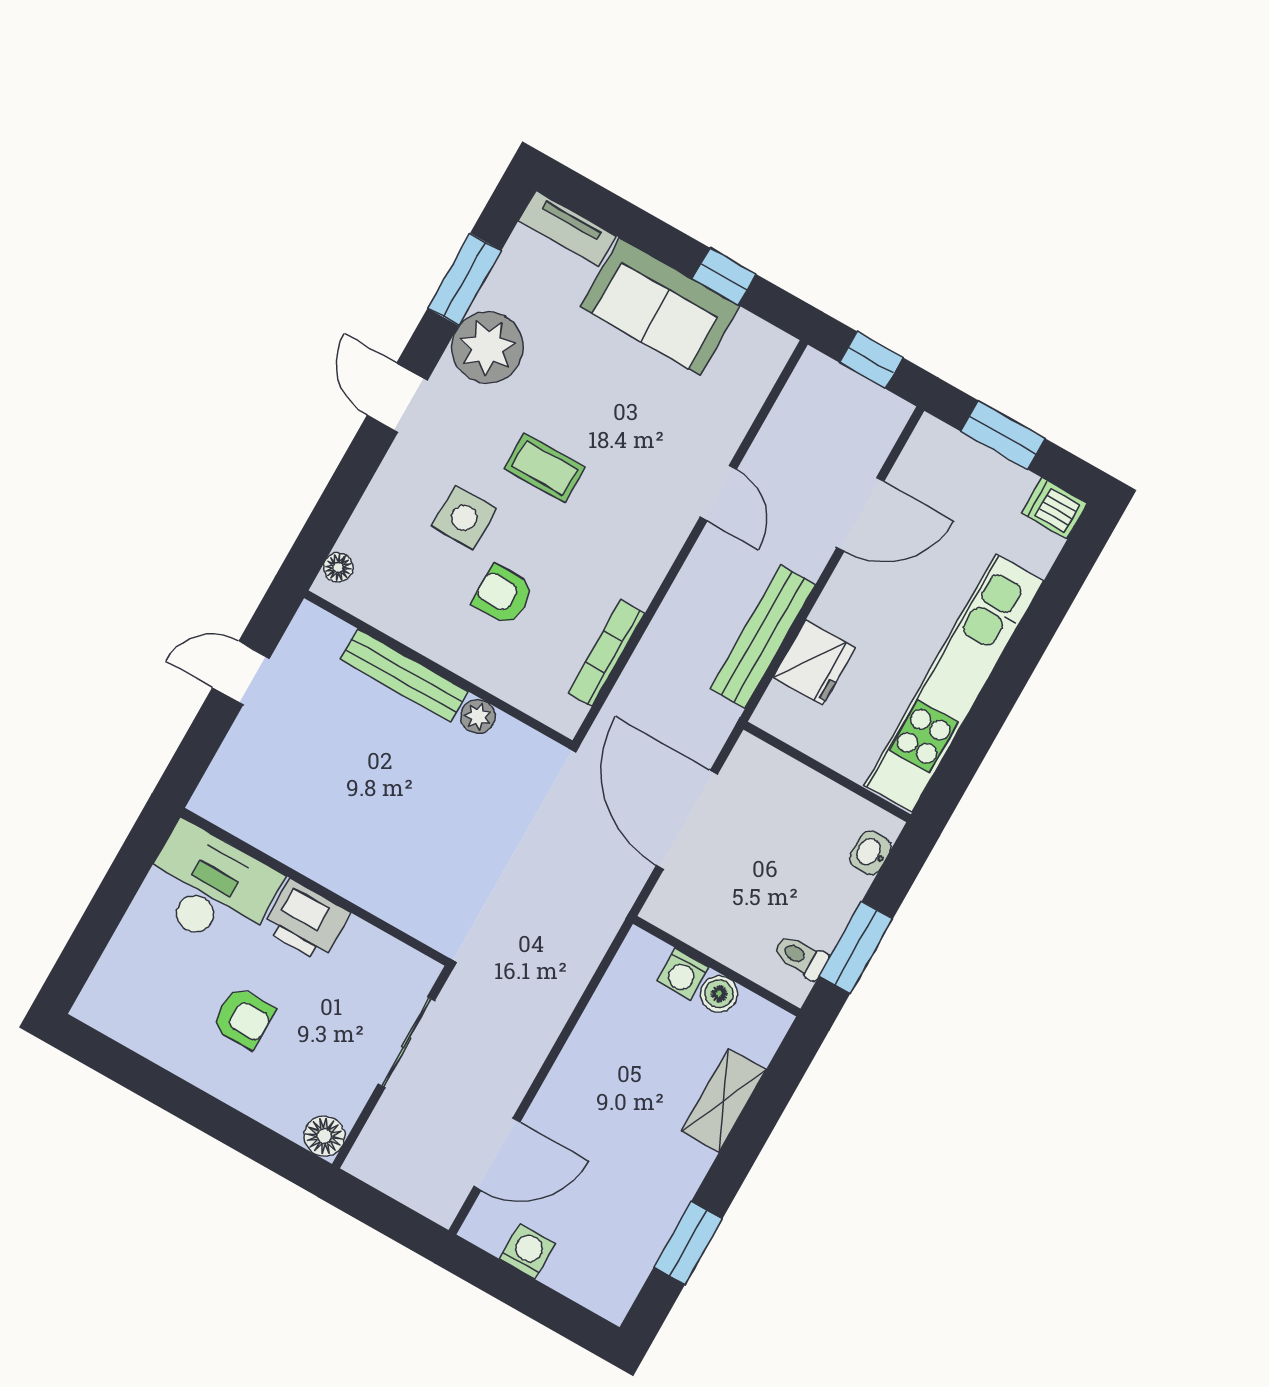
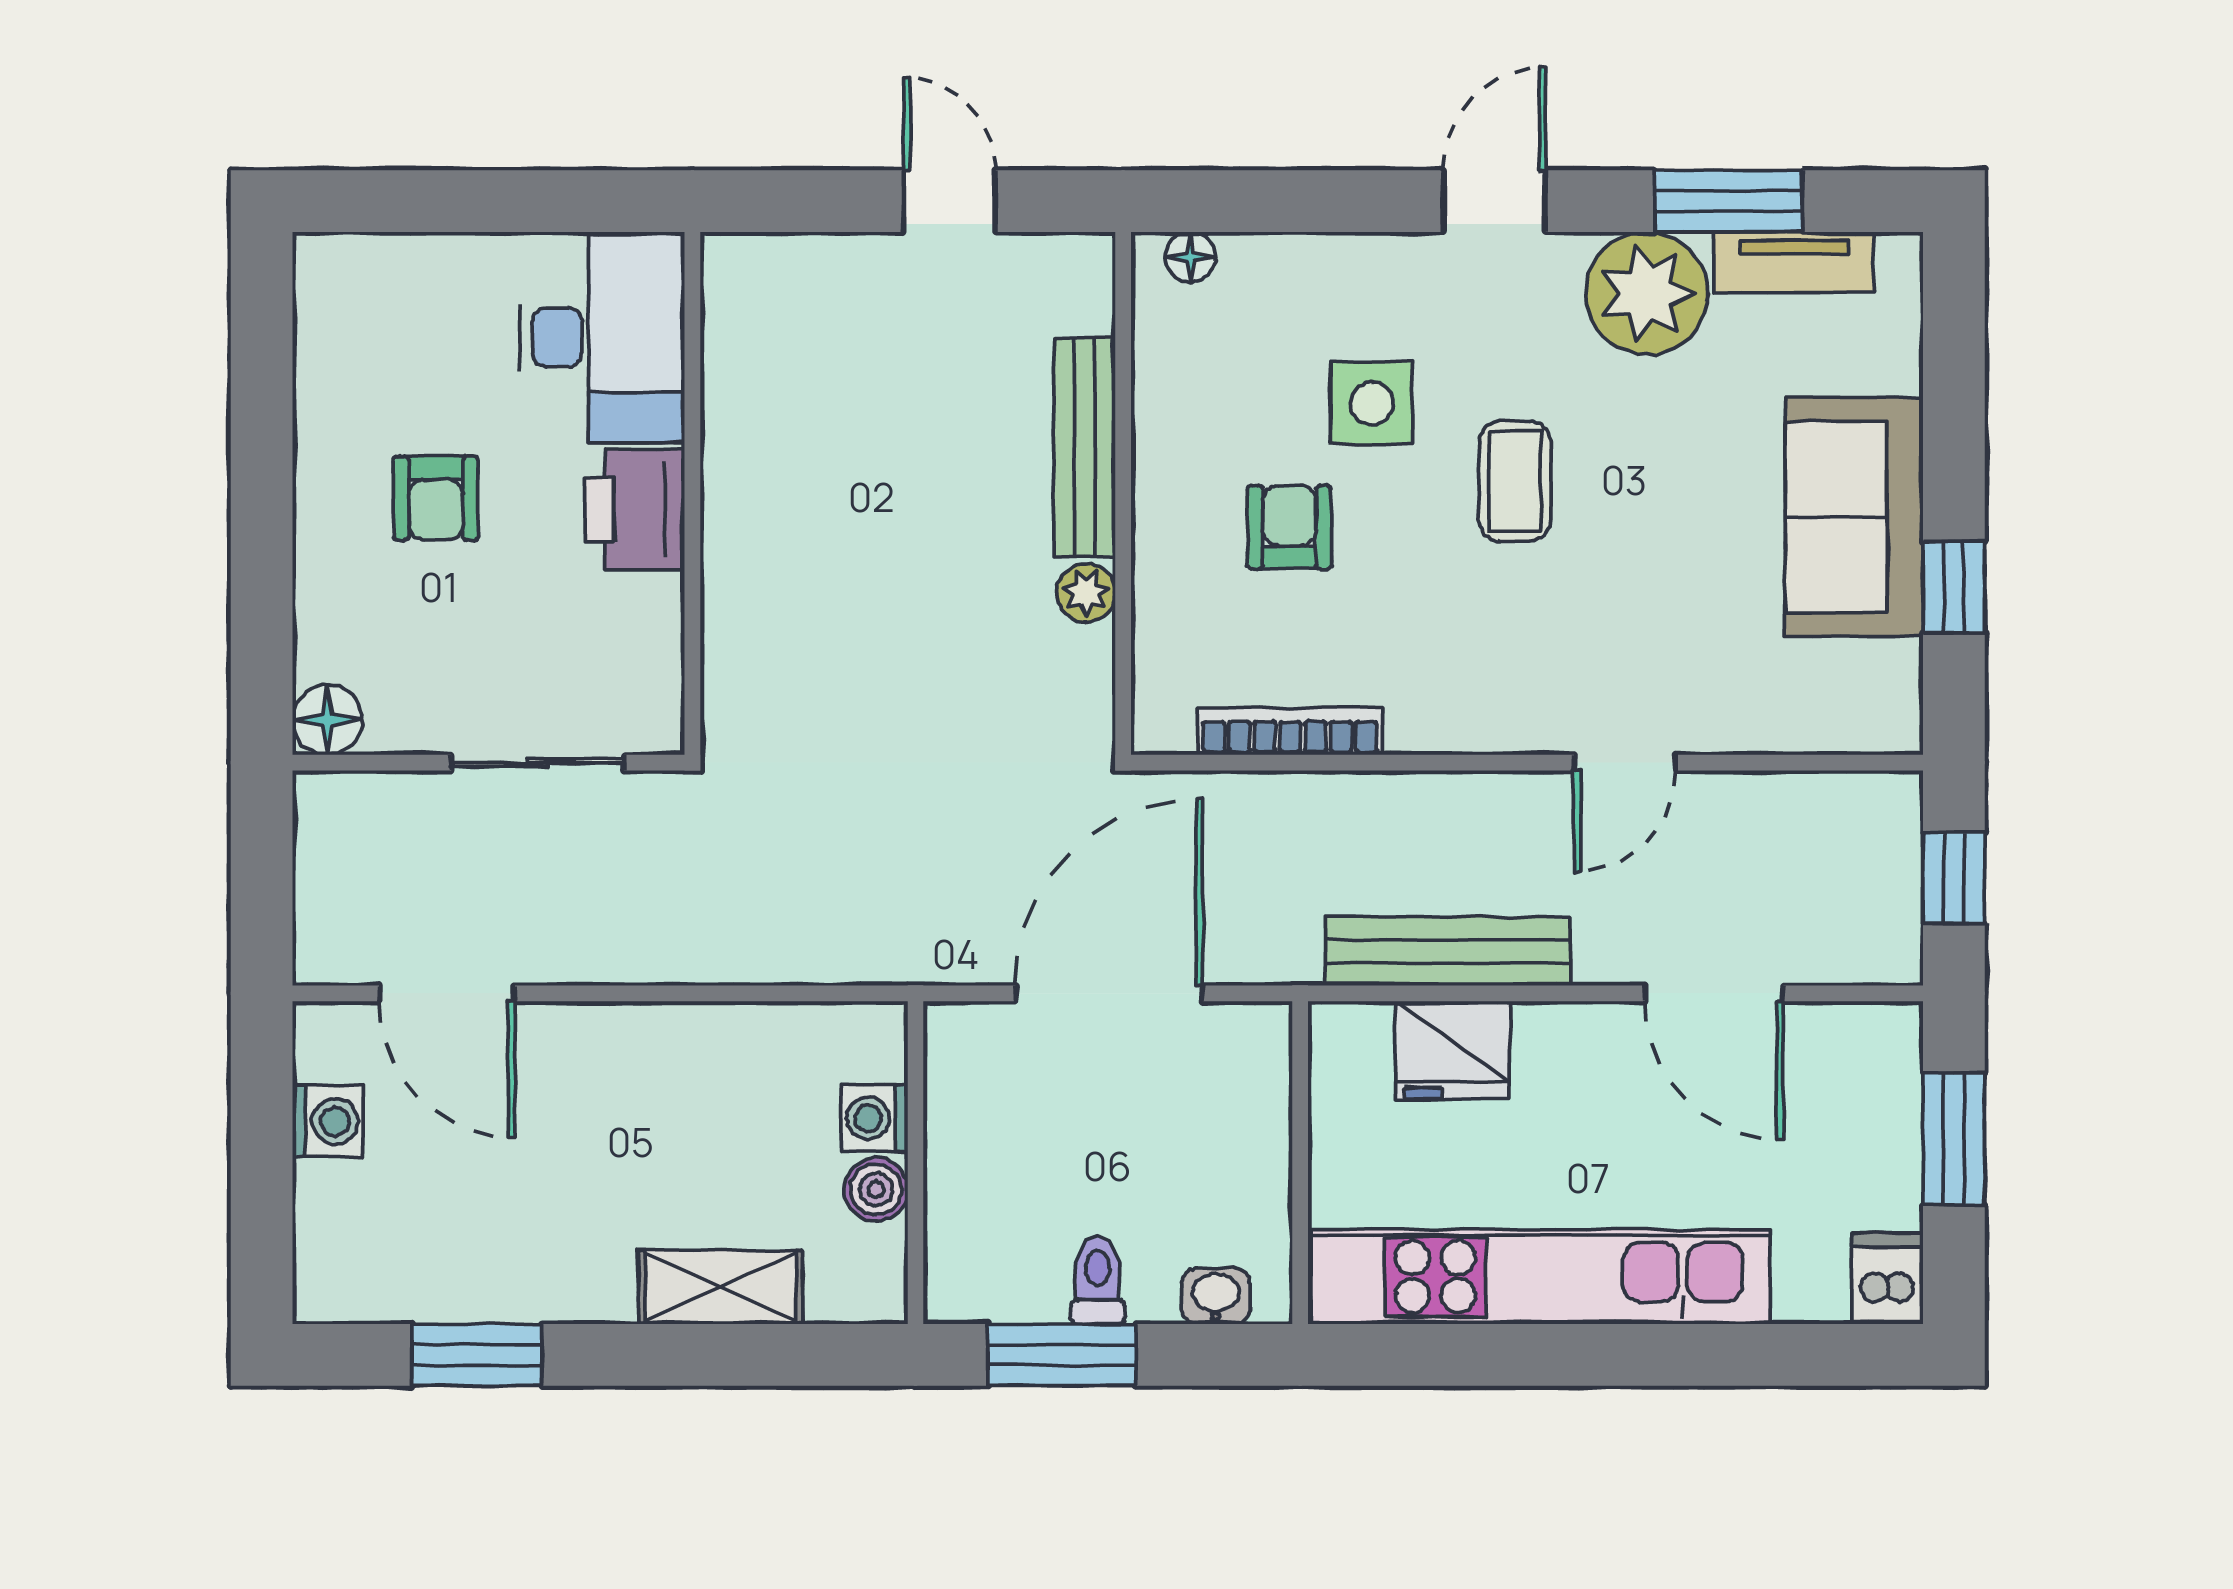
tv unit: (567, 228) -> (1794, 262), moved, turned -90
toilet: (801, 957) -> (1098, 1280), moved

